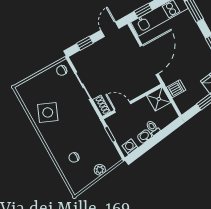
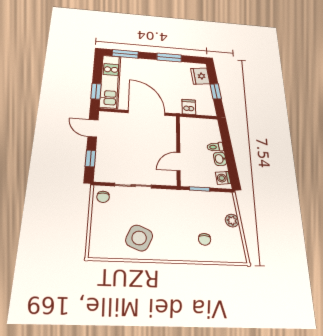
shower: (159, 99) -> (190, 126), removed
shoe rack: (101, 106) -> (165, 180), removed

